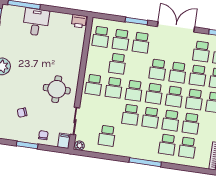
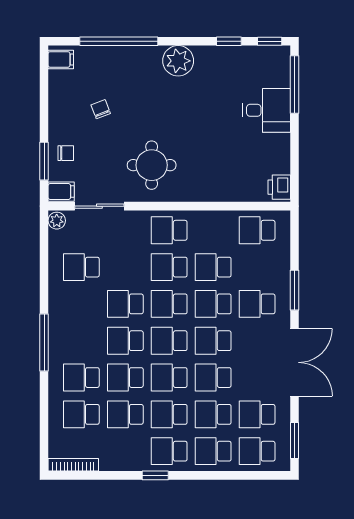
school desk: (121, 40) -> (213, 304), moved
window: (27, 145) -> (44, 161), moved

